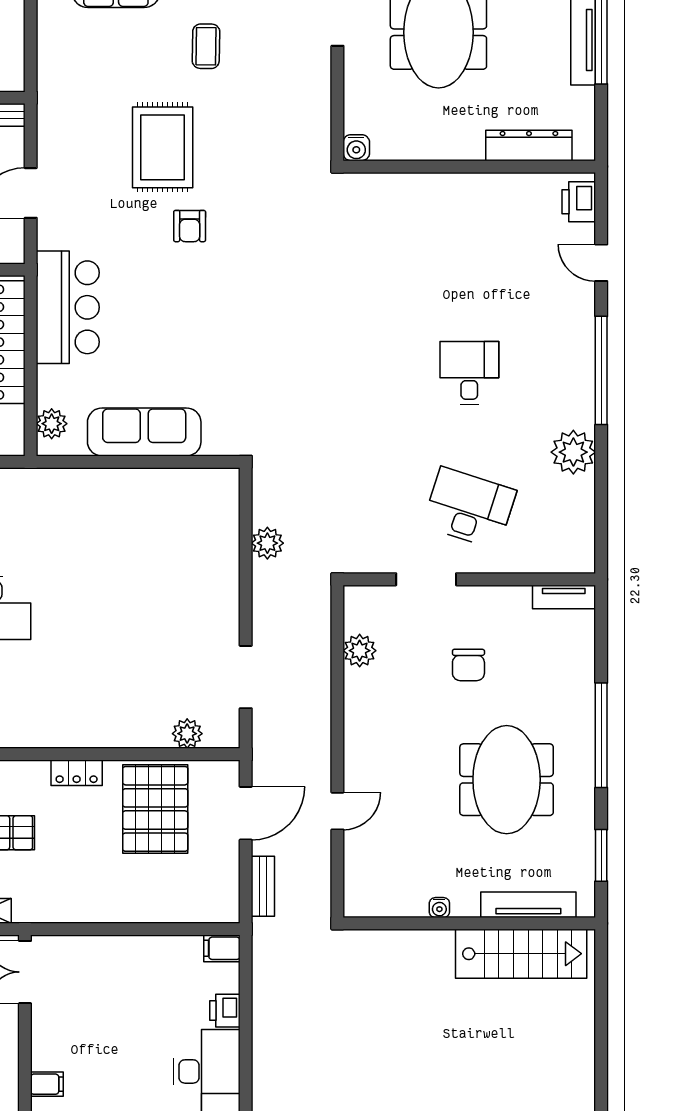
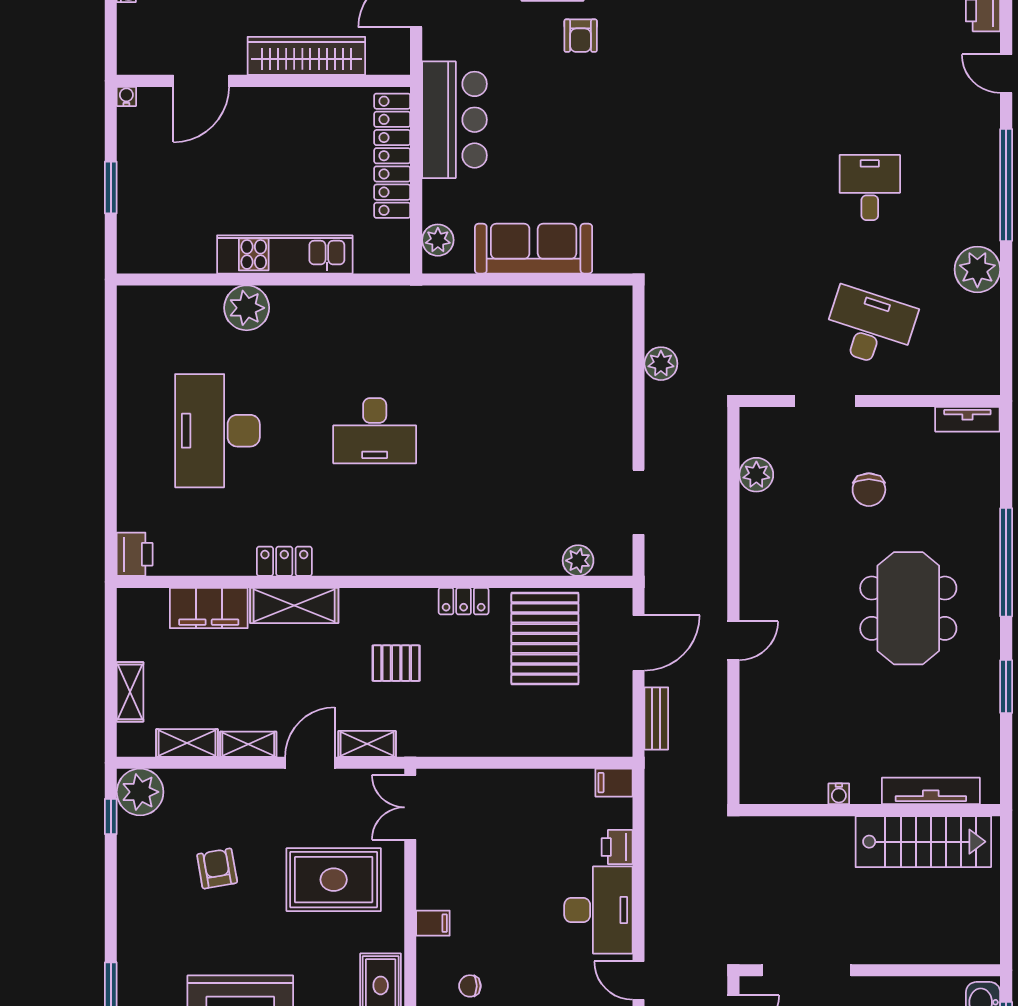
tv unit: (528, 905) -> (931, 791), moved
water cooler: (439, 908) -> (839, 794), moved
wall: (469, 923) -> (870, 810), moved
stairs: (521, 954) -> (923, 842), moved

